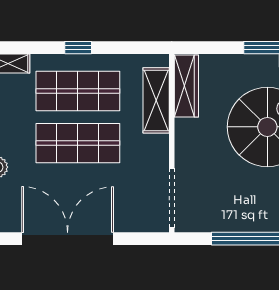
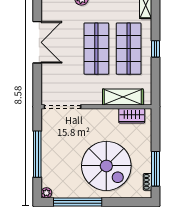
wardrobe: (186, 86) -> (132, 116), width x0.67
double door: (68, 239) -> (37, 42), width x0.73

